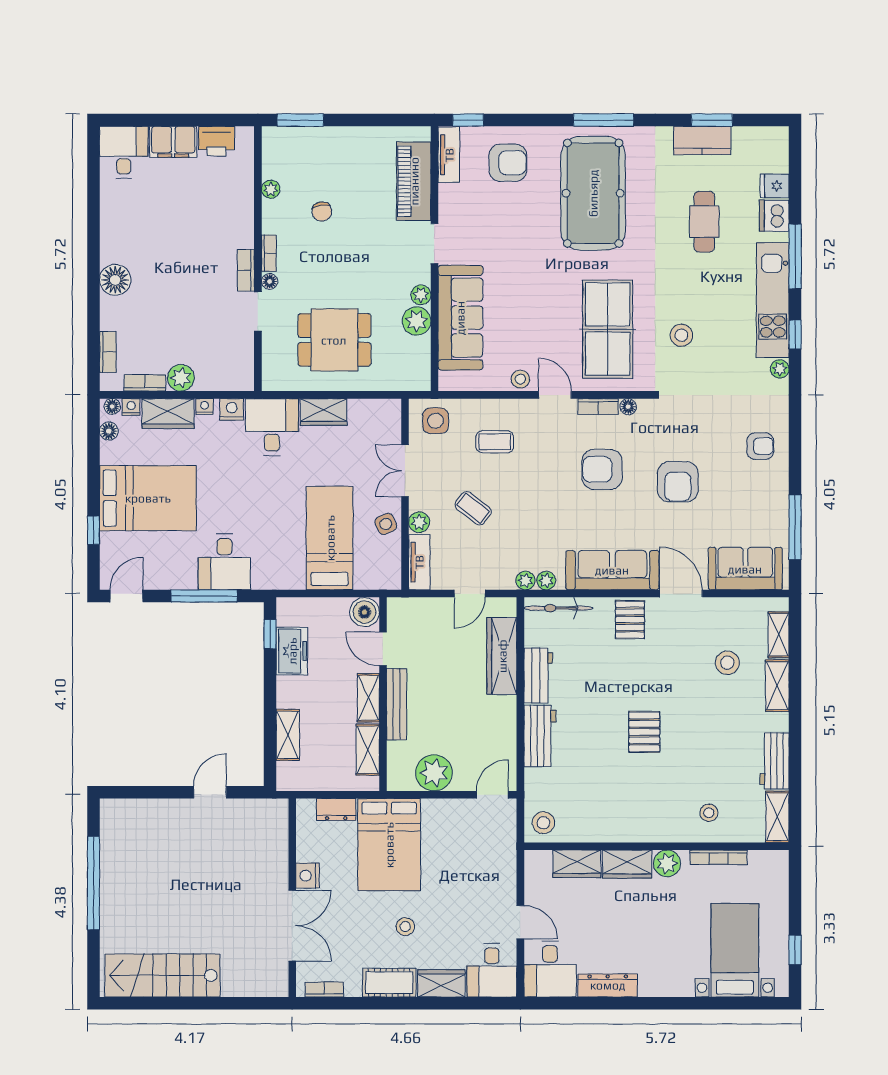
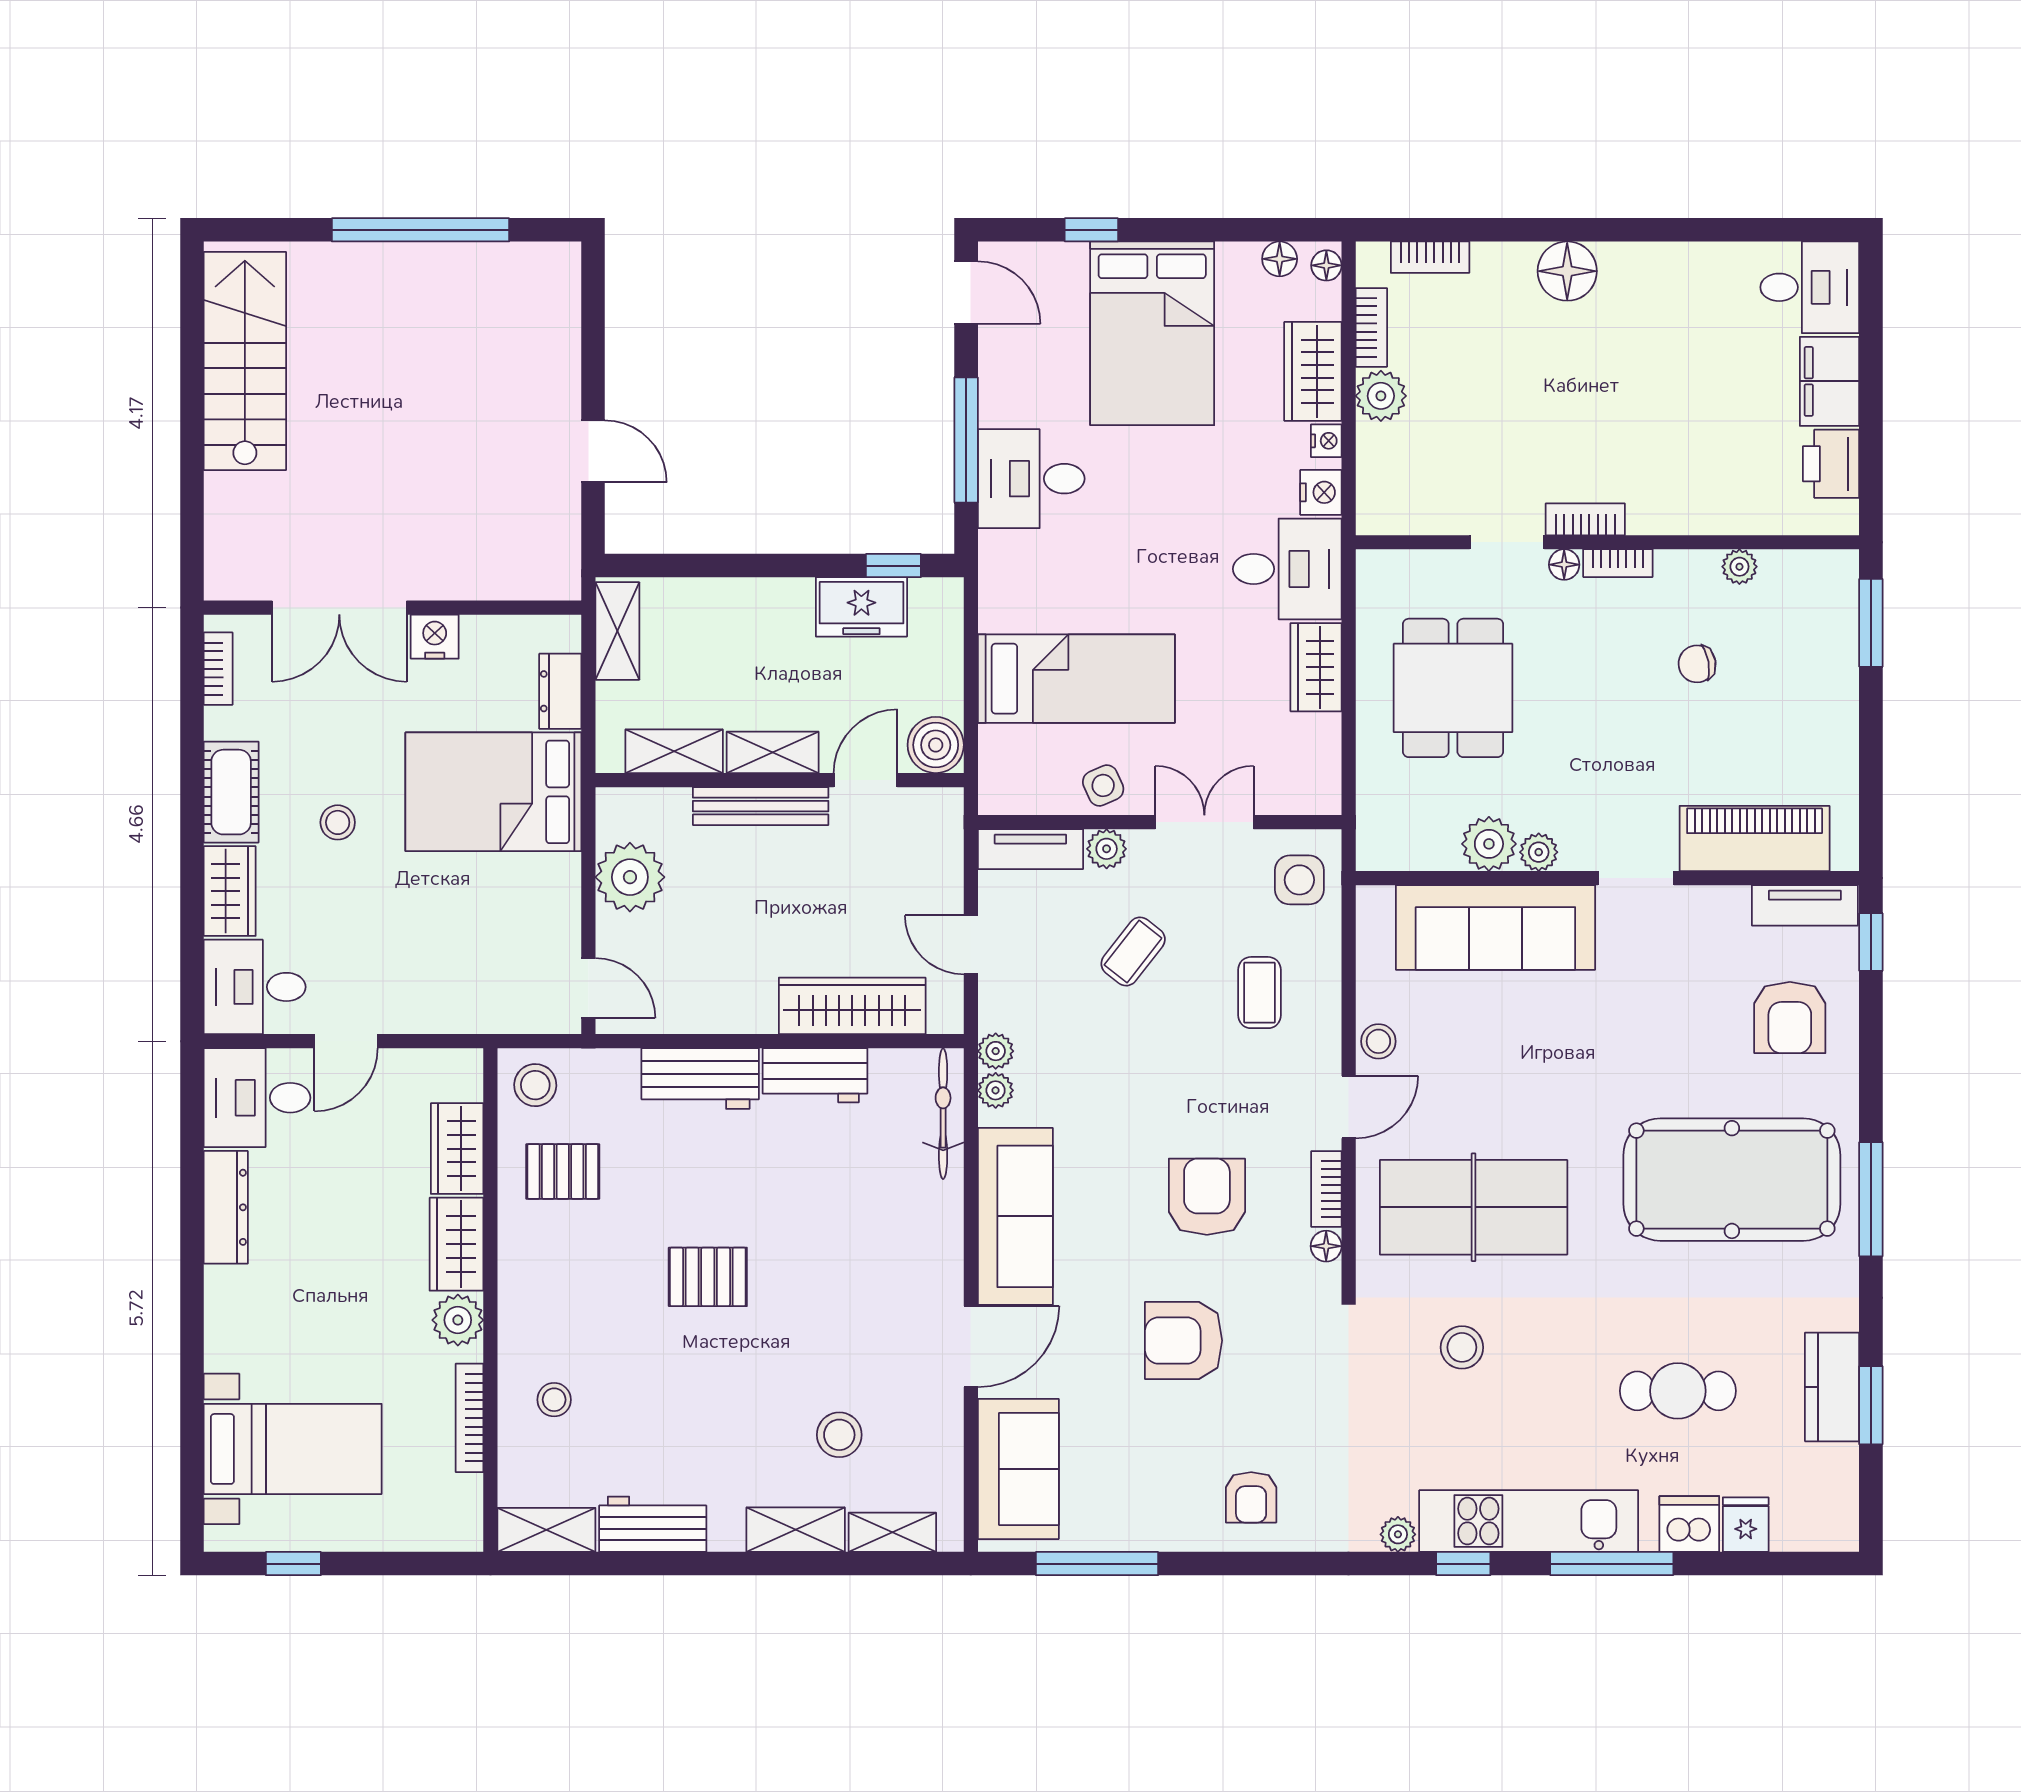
nightstand: (131, 407) -> (1326, 301), removed
pallet: (630, 620) -> (563, 1171), moved
shelving: (288, 735) -> (617, 631), moved, turned 90

